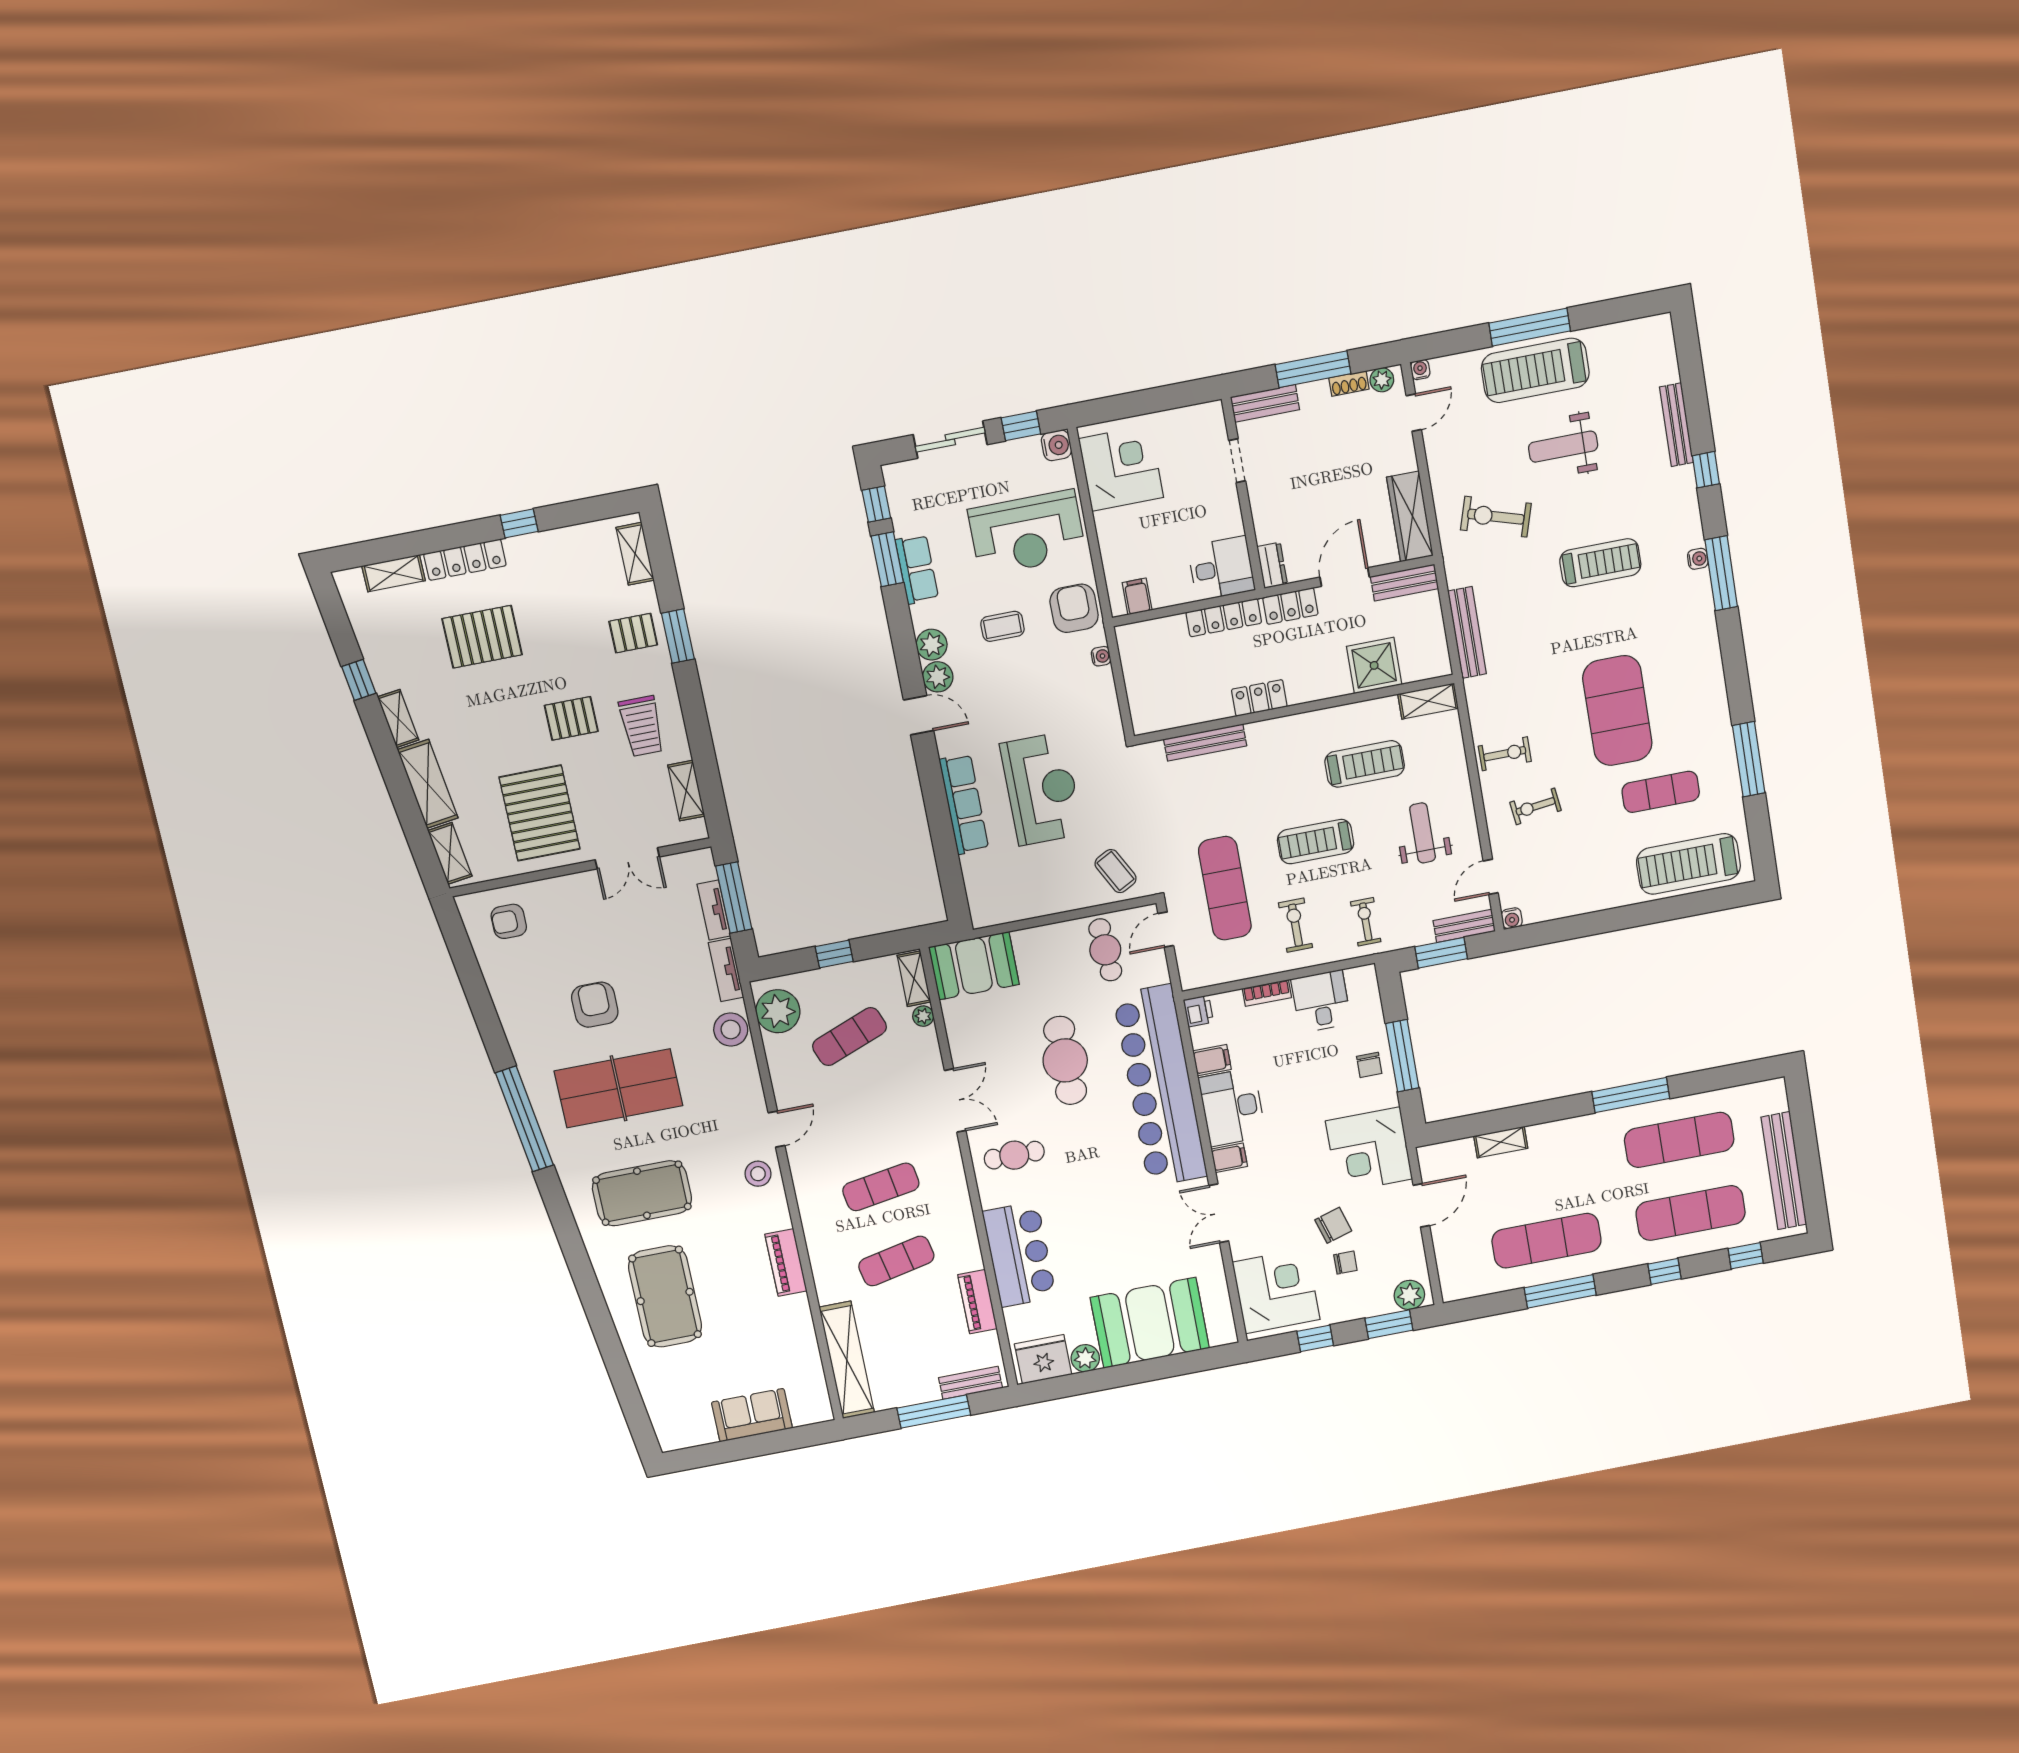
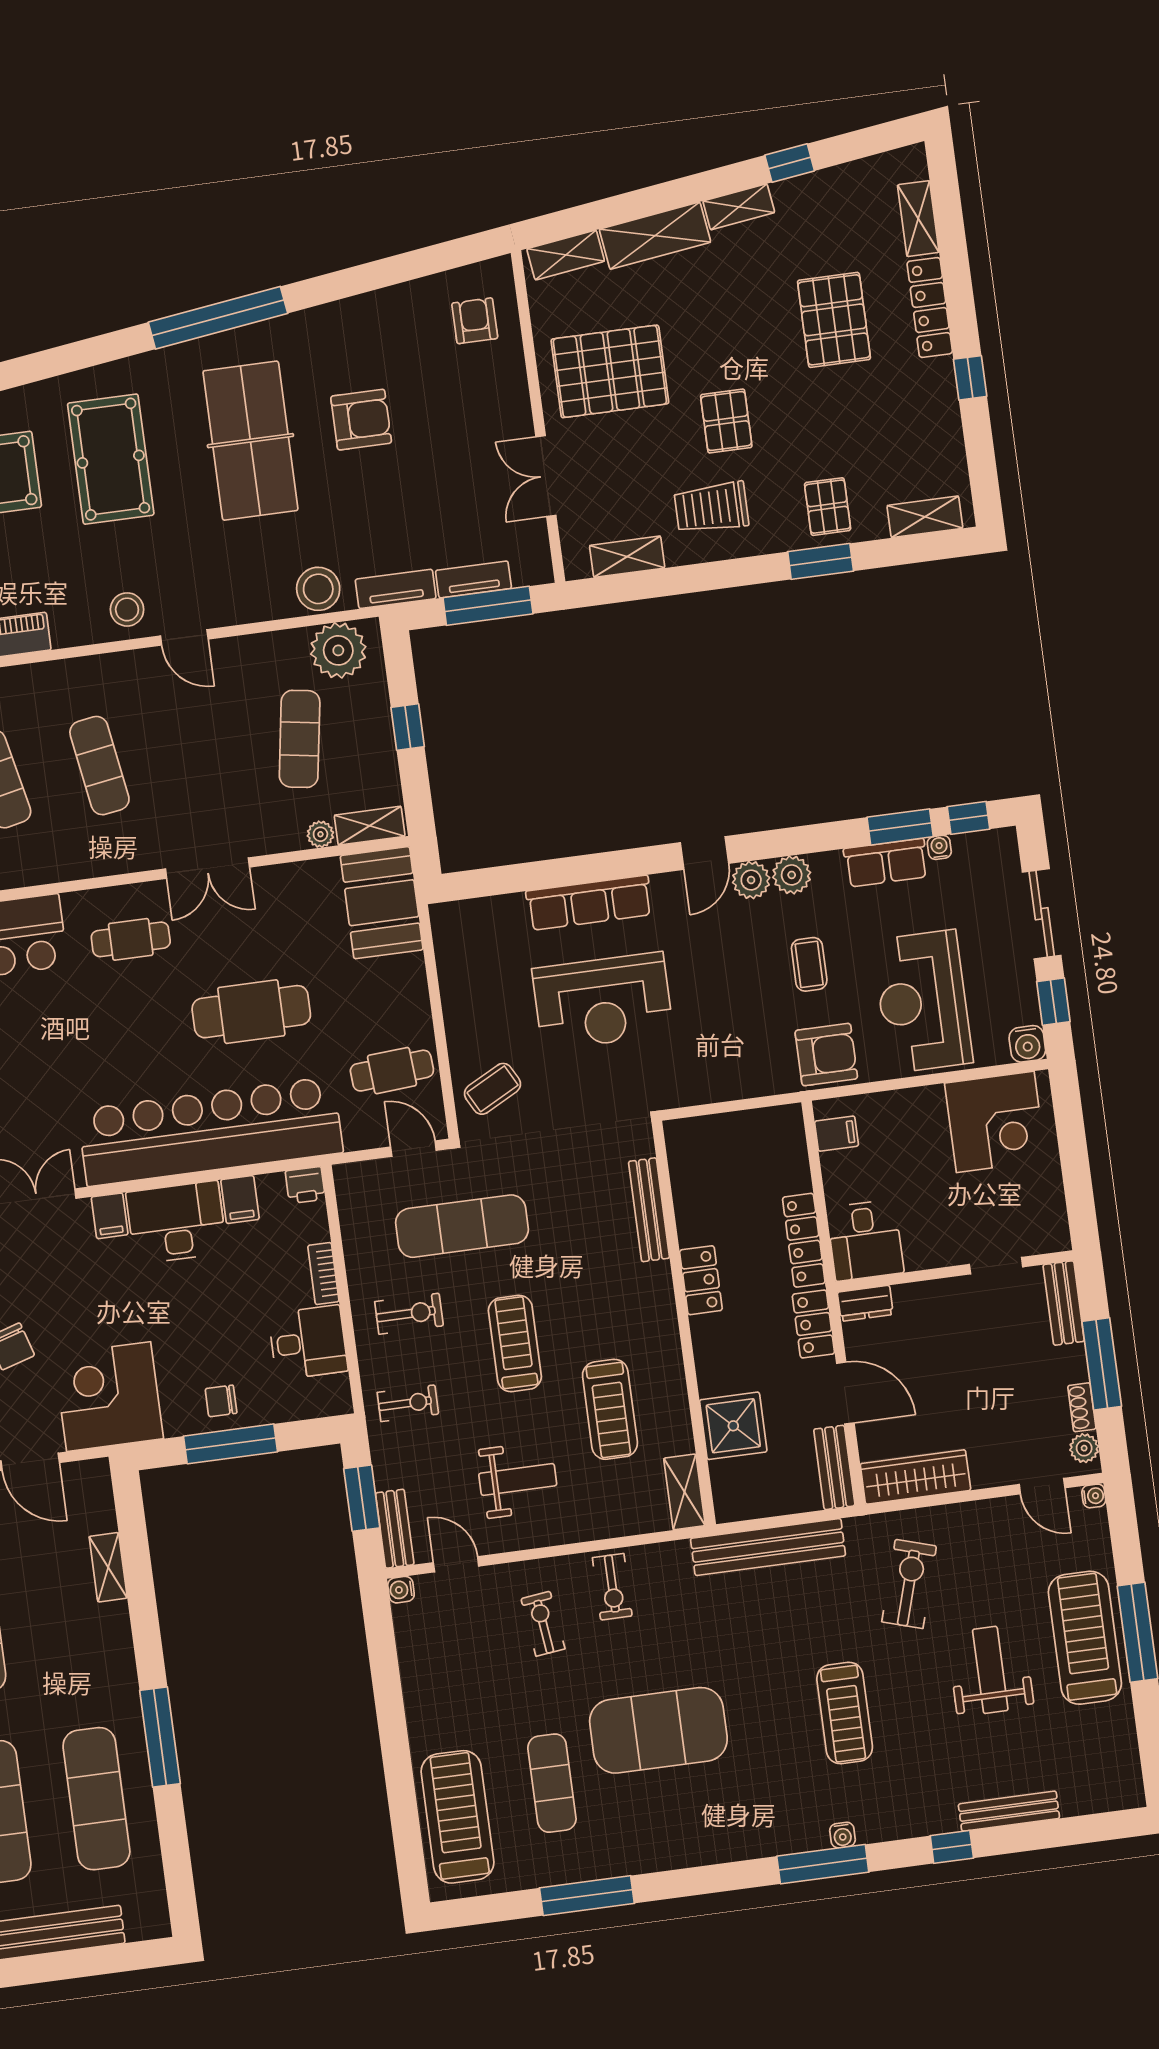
bench: (1467, 633) -> (768, 1547), width x1.37, depth x1.21
water cooler: (1101, 656) -> (939, 847), moved, turned 180
exercise mat: (849, 1037) -> (300, 739), turned 30
cafe table: (1014, 1155) -> (131, 939), turned 90

